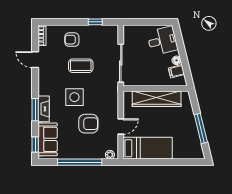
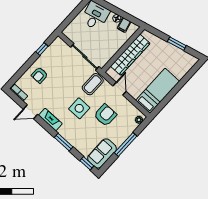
coffee table: (81, 66) -> (93, 84), moved
fireplace: (44, 109) -> (50, 119), moved
door: (121, 127) -> (120, 89), moved
window: (201, 128) -> (177, 44), width x0.69
sofa: (48, 139) -> (102, 153), moved, turned -90
window: (80, 162) -> (126, 144), width x0.68

